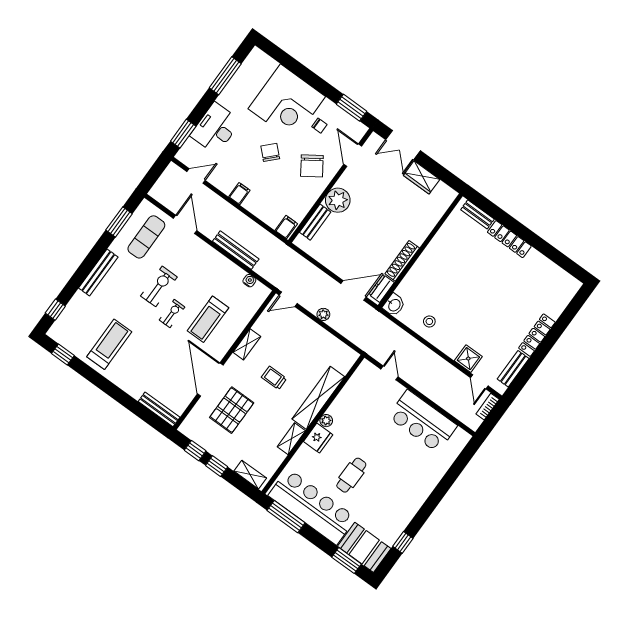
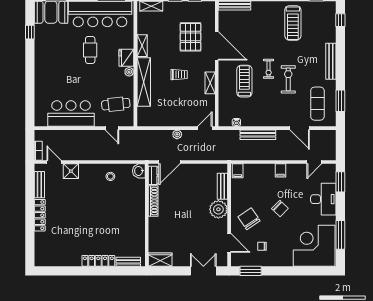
corner desk: (287, 103) -> (314, 246), moved
wardrobe: (422, 177) -> (160, 260), moved
exercise bike: (159, 286) -> (288, 79), turned 180
cafe table: (366, 396) -> (116, 104), added

